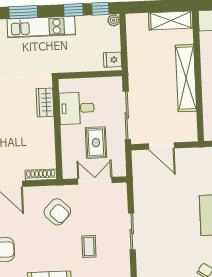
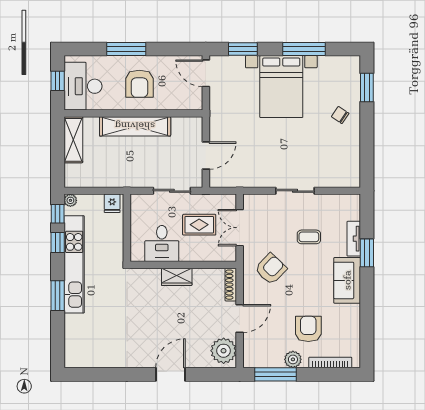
kitchen unit: (41, 27) -> (74, 264), width x1.36
wardrobe: (45, 102) -> (177, 277), moved
sliding door: (127, 116) -> (172, 191), width x0.73

